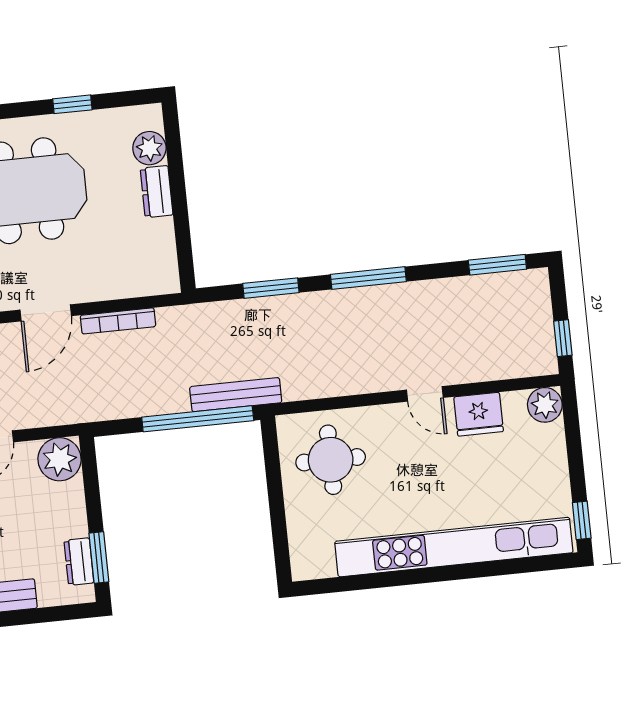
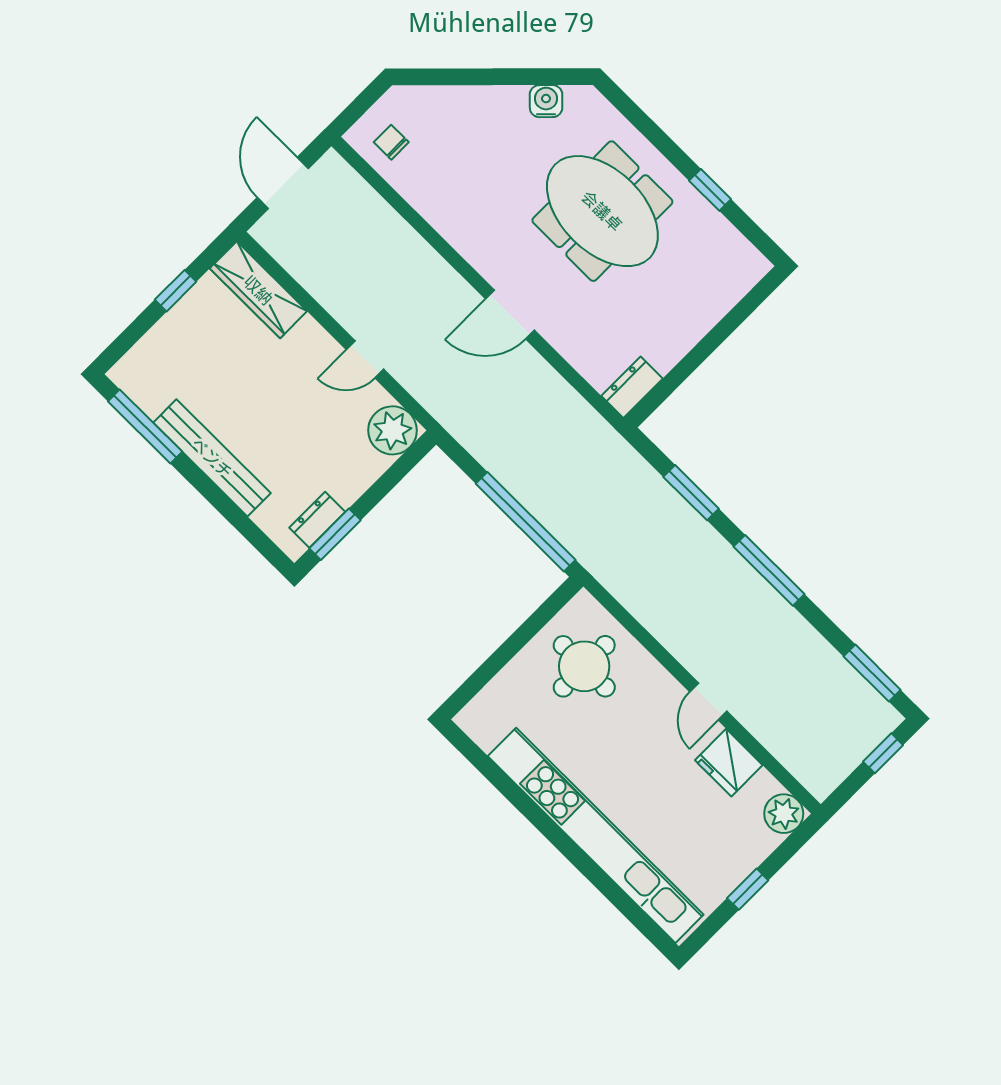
plant: (149, 148) -> (727, 288), removed
dresser: (157, 192) -> (632, 387), moved
bookcase: (118, 321) -> (554, 383), removed
window: (563, 338) -> (883, 753), moved
bench: (236, 395) -> (574, 538), removed
window: (582, 520) -> (748, 889), moved

